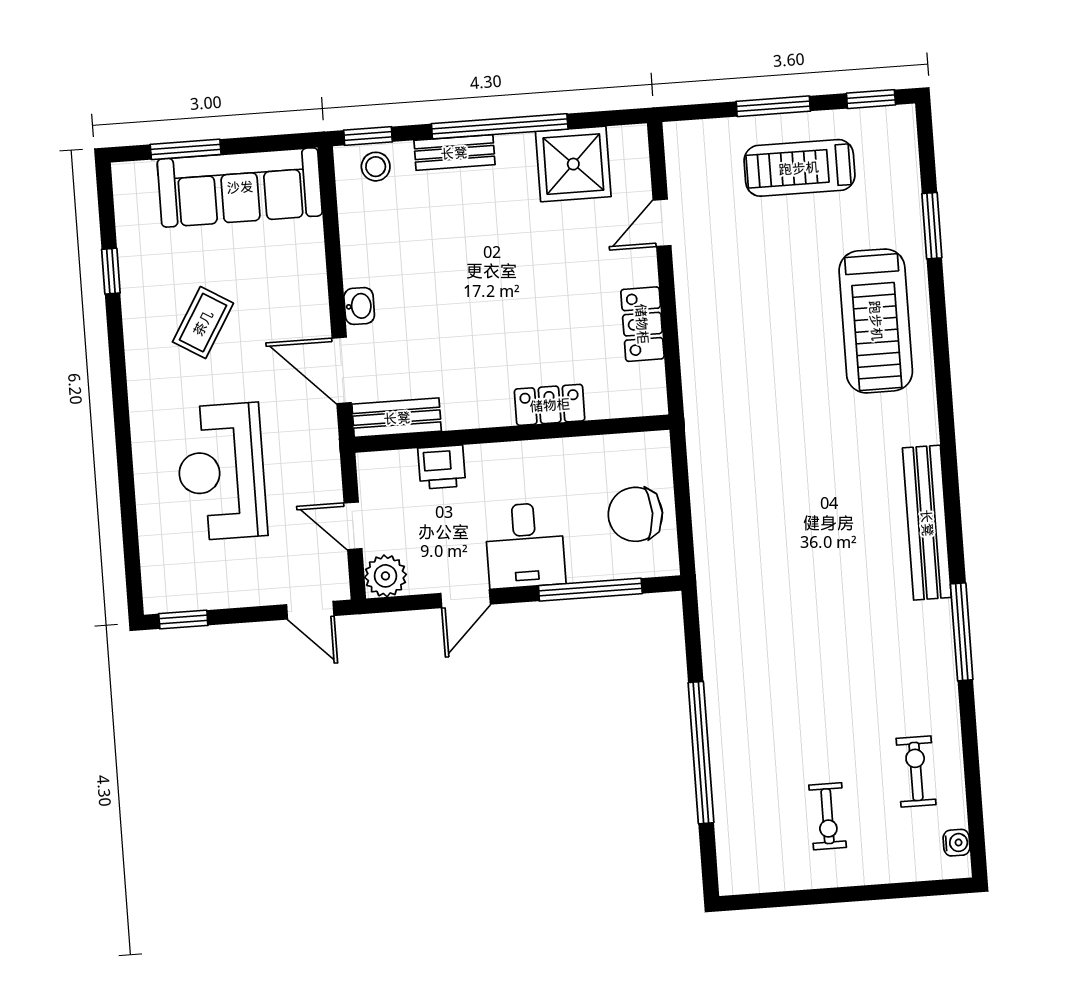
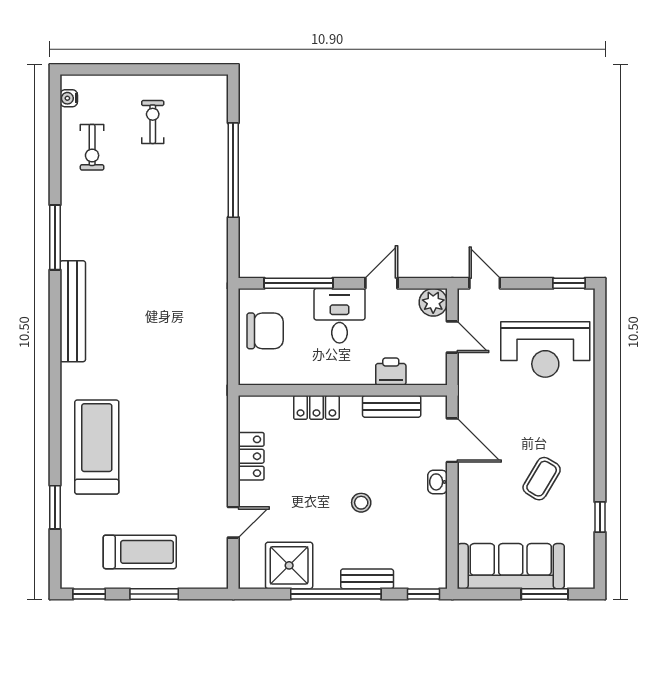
stool: (376, 167) -> (361, 503), moved
bench: (397, 418) -> (392, 406), moved
reception desk: (221, 472) -> (545, 349), moved, turned 90

